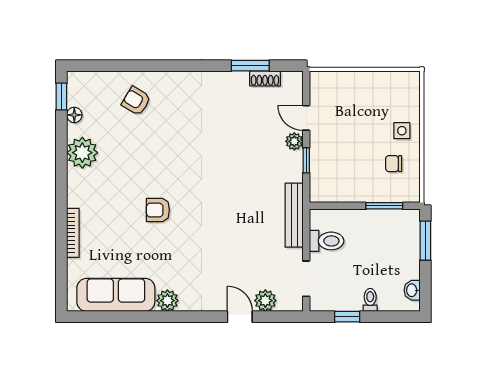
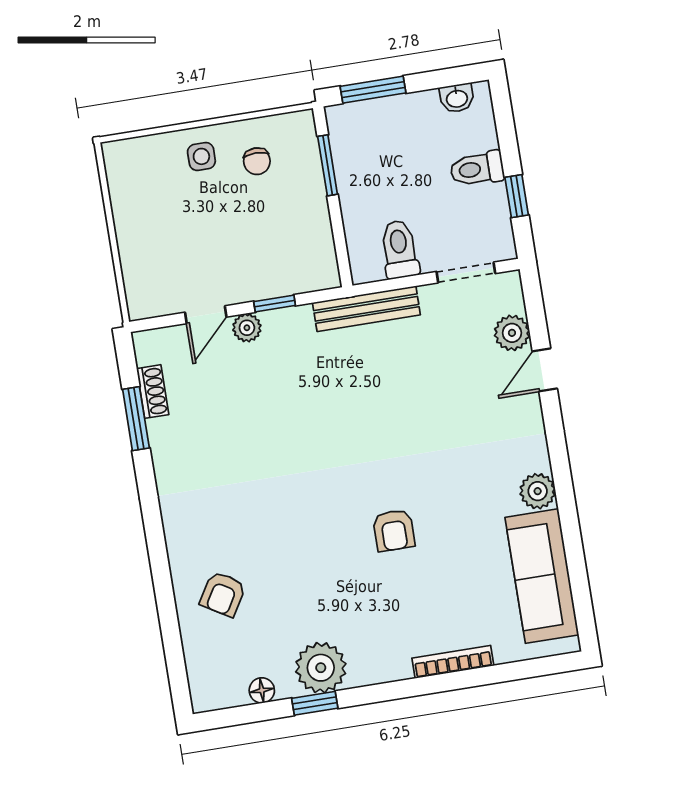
window: (61, 97) -> (315, 703), moved
toilet: (370, 300) -> (477, 169), width x1.37, depth x1.39

